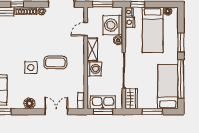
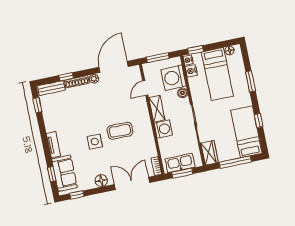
window: (181, 79) -> (259, 121), width x0.32
double door: (56, 112) -> (132, 183), width x1.37
window: (152, 112) -> (235, 162), width x1.44

